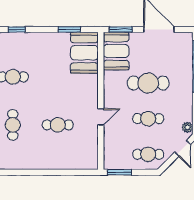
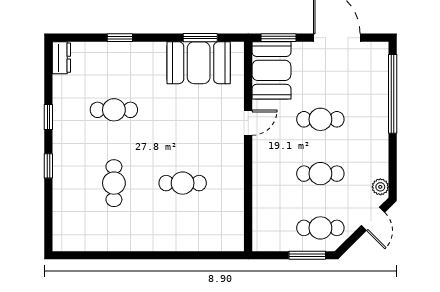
booth: (84, 53) -> (199, 63), moved, turned 90
cafe table: (148, 83) -> (320, 119), width x0.73, depth x0.74
door: (101, 117) -> (248, 123), moved
window: (120, 172) -> (307, 255), moved

